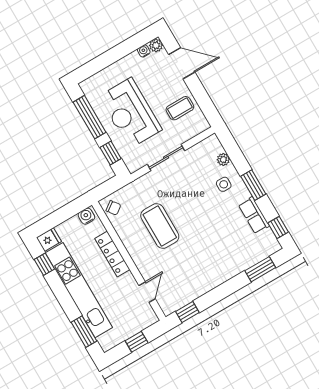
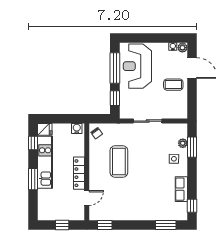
coffee table: (180, 108) -> (173, 85), moved
reception desk: (130, 113) -> (137, 66), moved
window: (253, 185) -> (192, 147), moved
locker: (112, 254) -> (79, 173), moved
kitchen unit: (79, 290) -> (45, 162), width x0.73
window: (84, 332) -> (33, 179), moved

